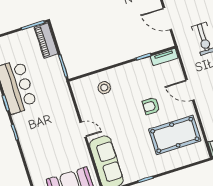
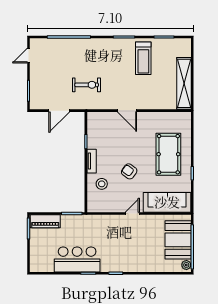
tv unit: (164, 57) -> (92, 161), moved
door: (190, 90) -> (127, 111), hinge flipped
armchair: (151, 106) -> (129, 171), moved, turned 126
pool table: (175, 135) -> (168, 154), moved

